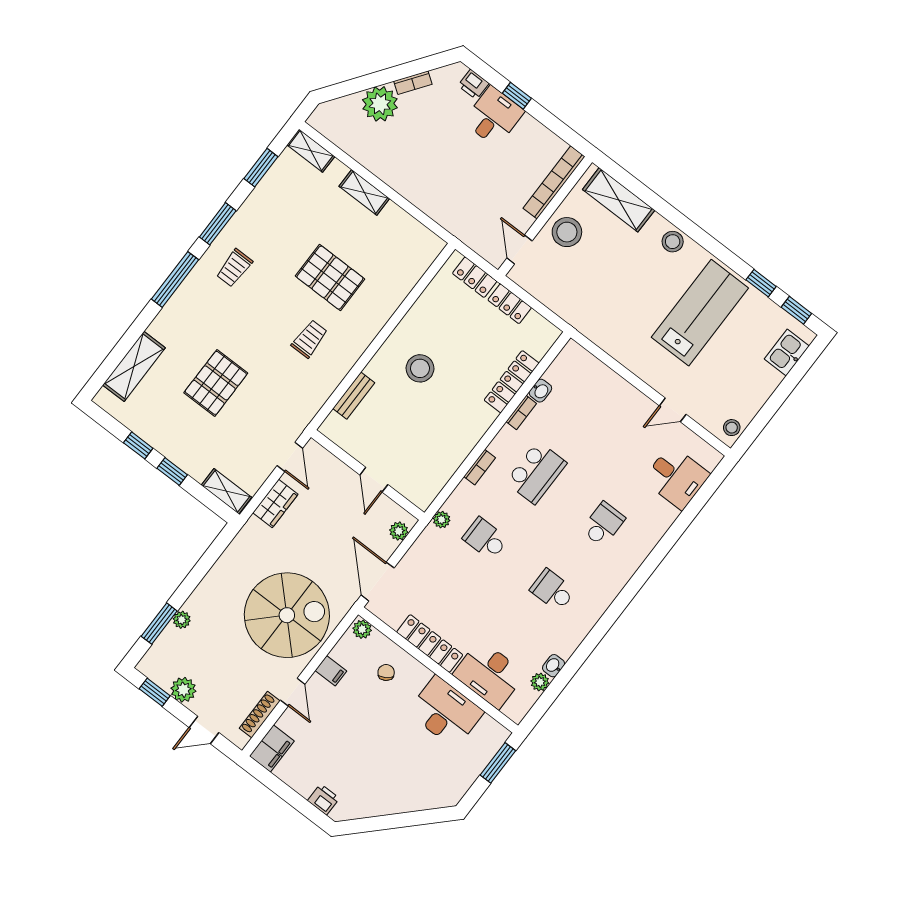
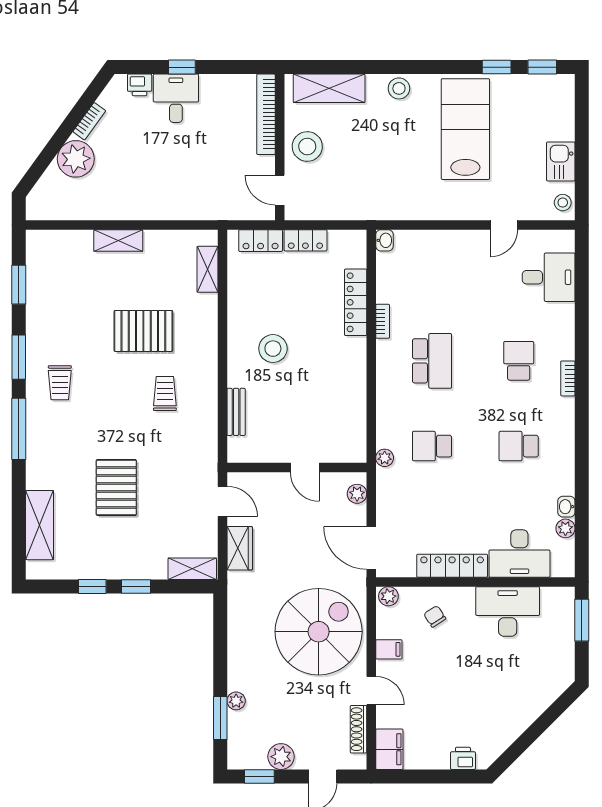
shelving: (311, 151) -> (208, 269), moved, turned 90
kitchen sink: (787, 353) -> (561, 161), moved
washbasin: (540, 391) -> (385, 240), moved
bookcase: (480, 467) -> (568, 378), moved, turned 180

